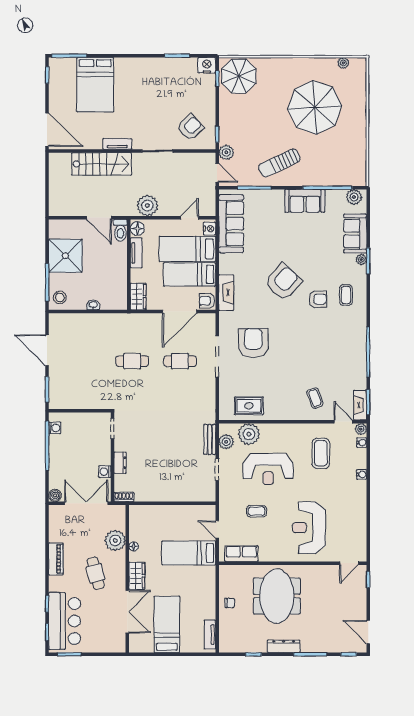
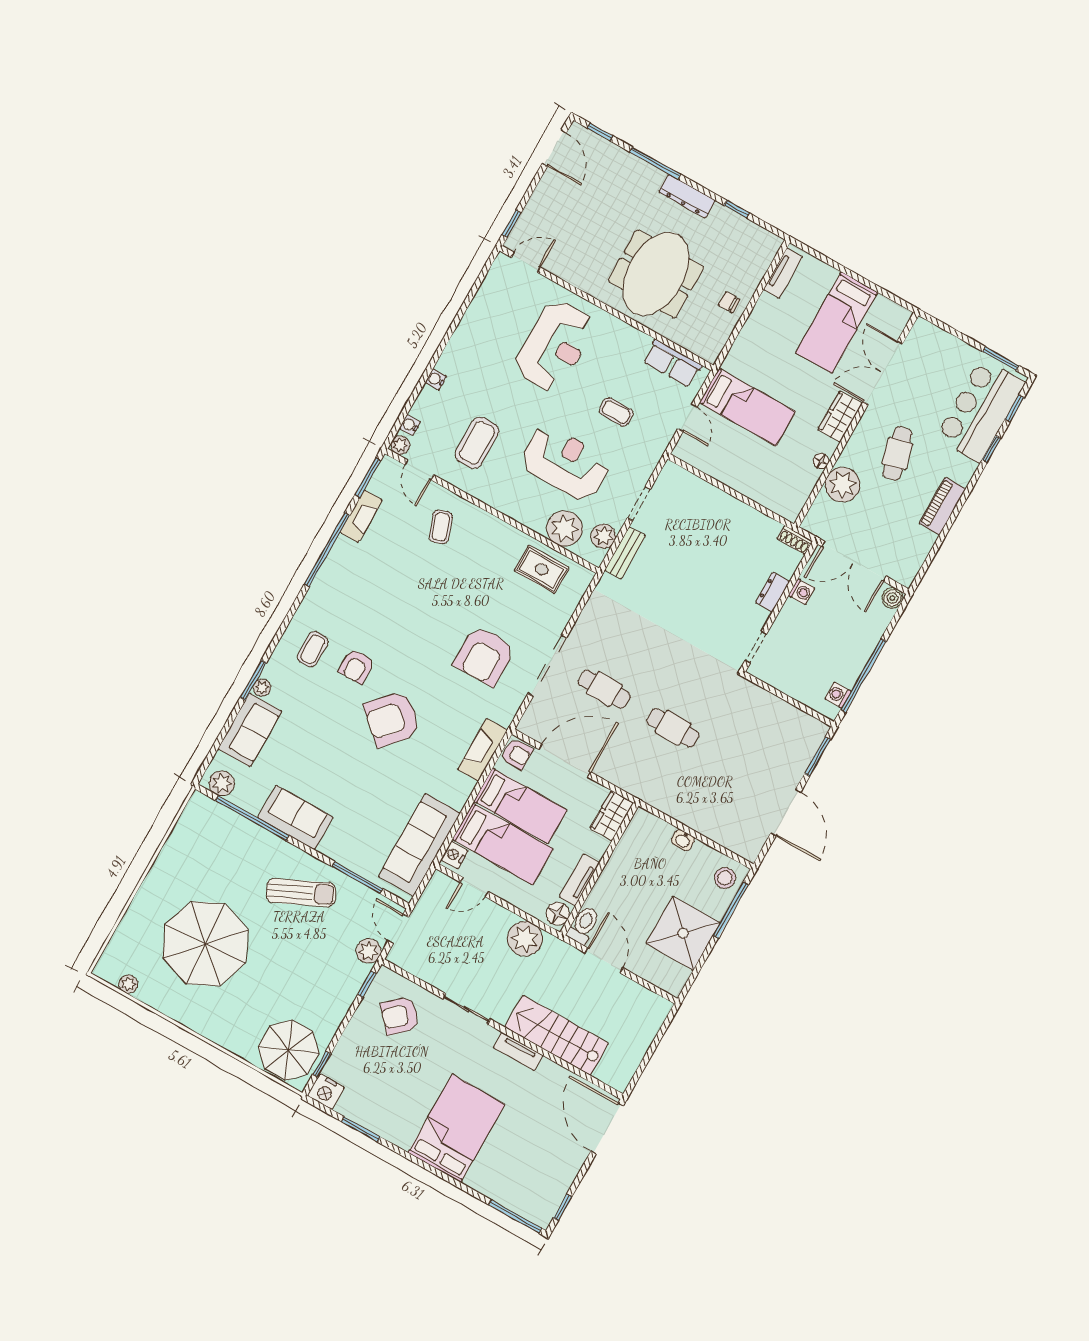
bed: (95, 85) -> (456, 1129), moved
armchair: (318, 299) -> (356, 666), turned -90
fireplace: (360, 405) -> (361, 516), moved

